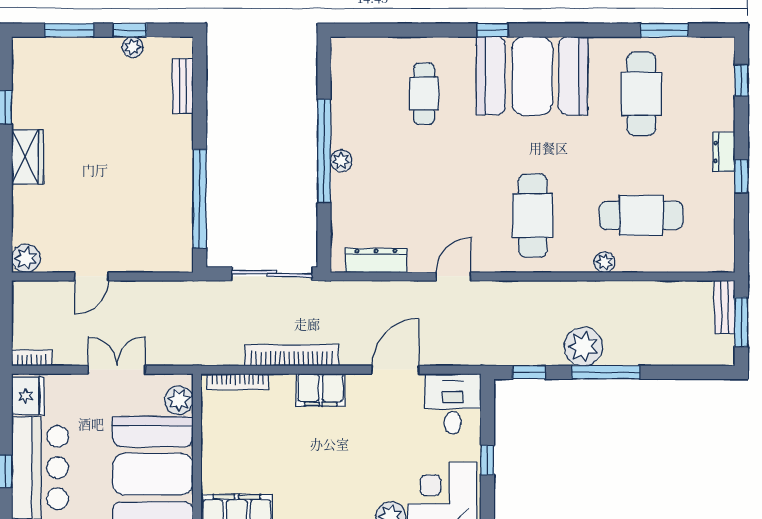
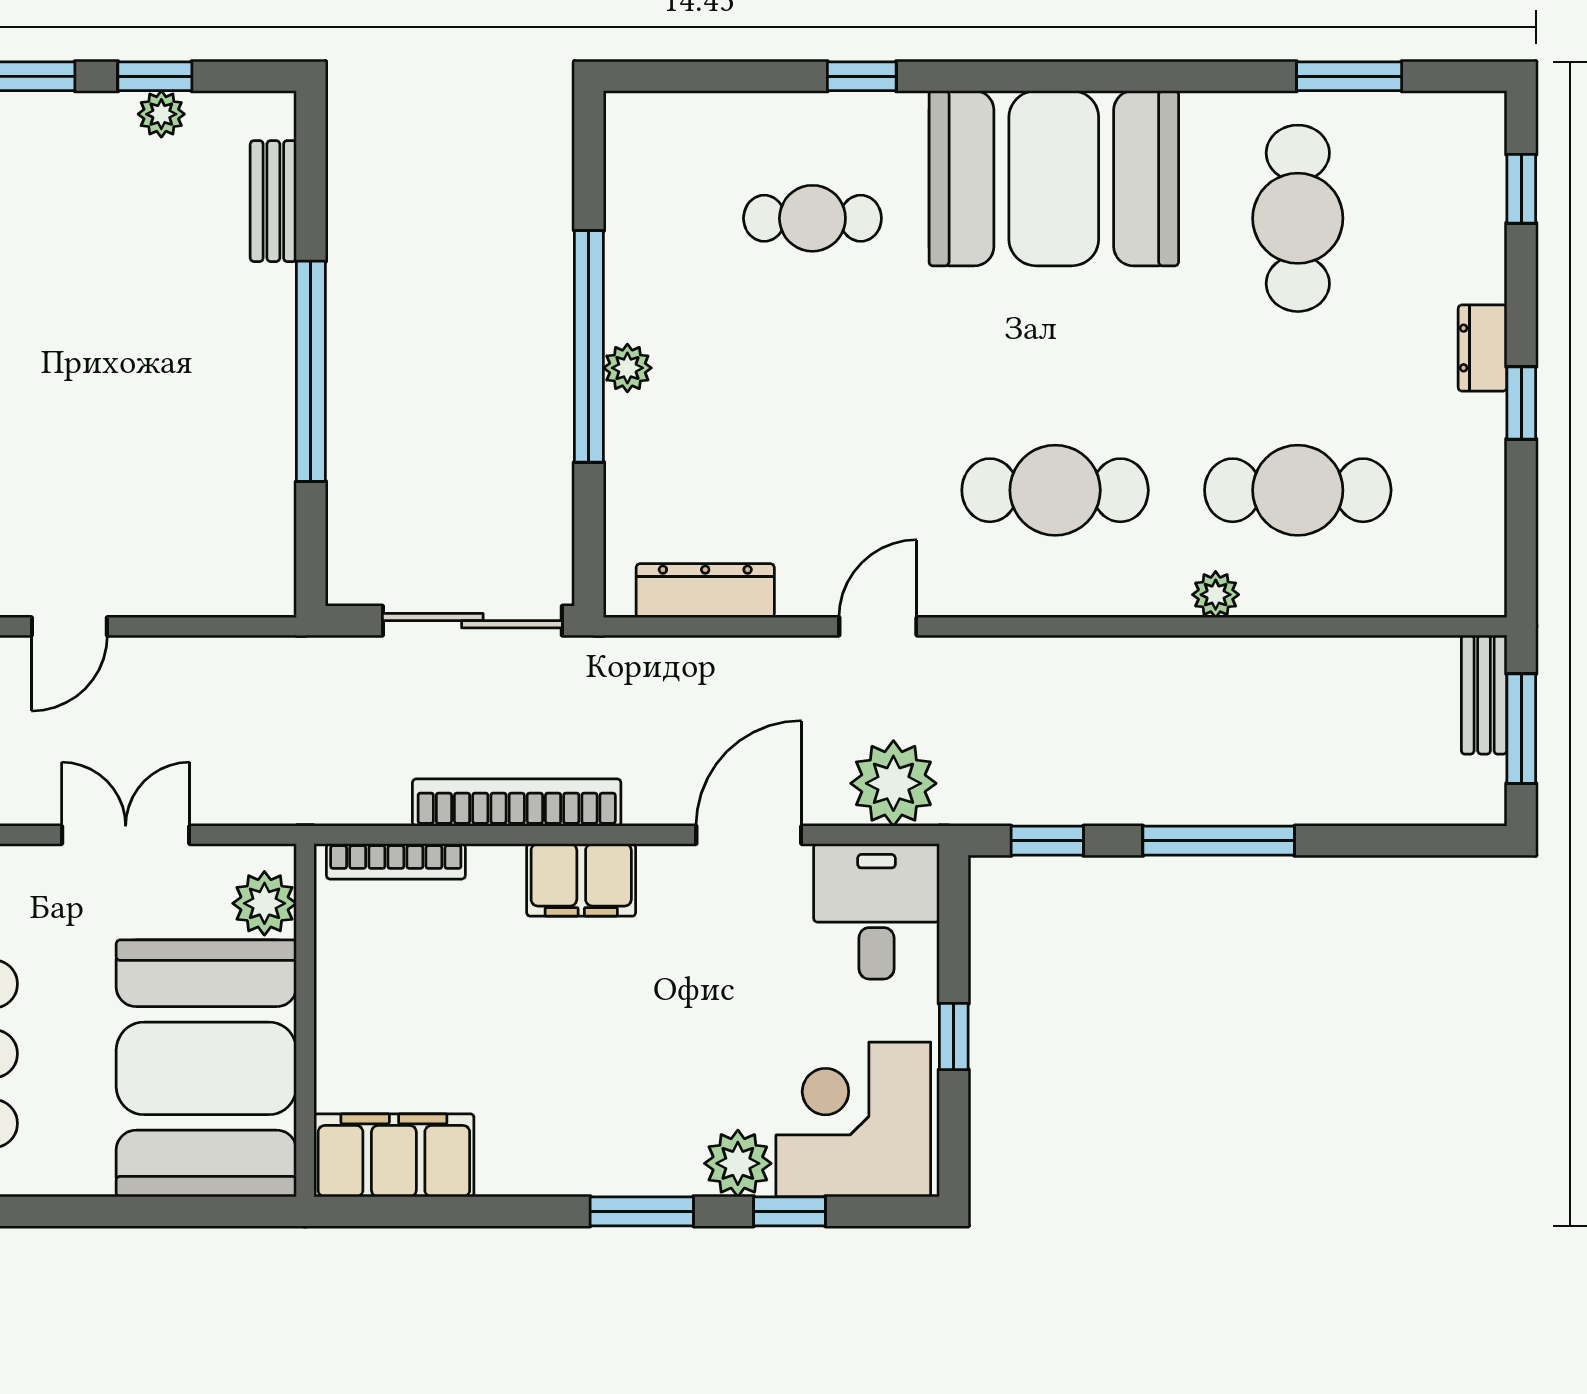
window: (492, 30) -> (862, 76), moved
cafe table: (424, 94) -> (812, 218), turned 90
window: (200, 199) -> (311, 371), moved
cafe table: (533, 215) -> (1055, 490), turned 90
plant: (583, 347) -> (893, 783), moved

